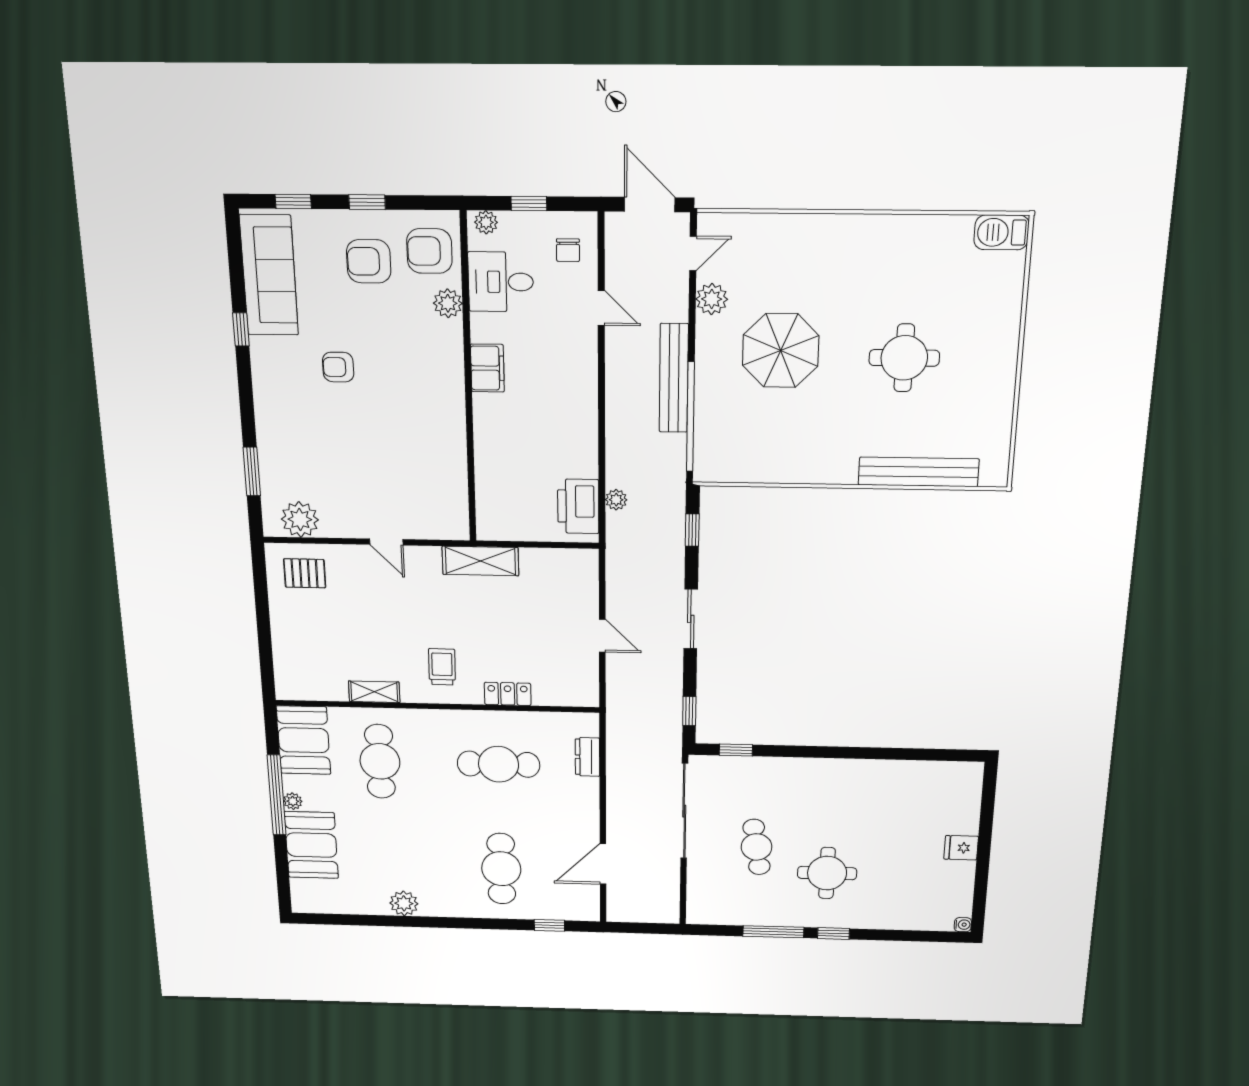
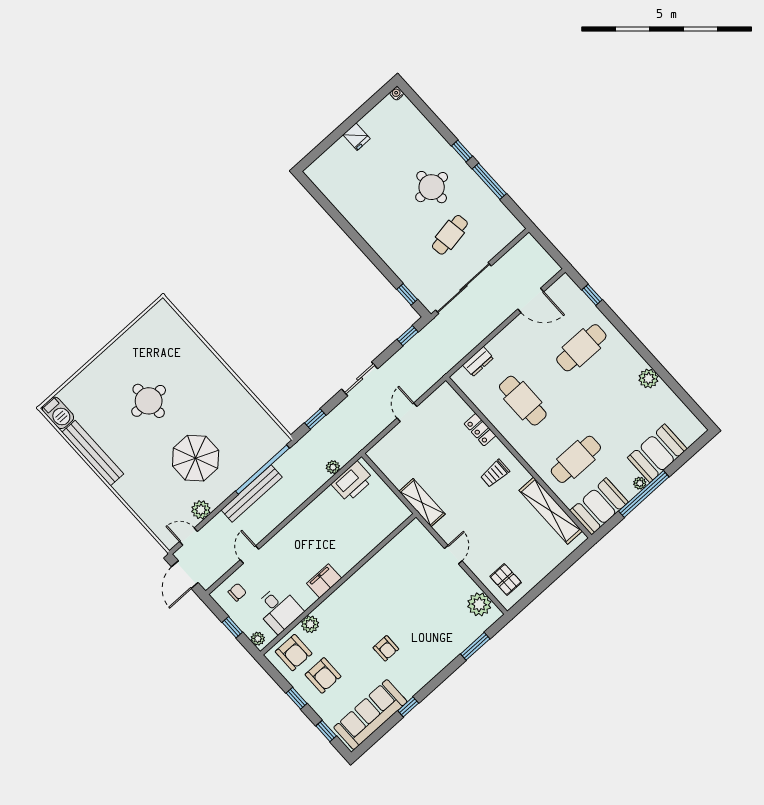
bench: (919, 472) -> (93, 453), moved
shelving: (374, 692) -> (551, 511), width x2.20, depth x1.33

